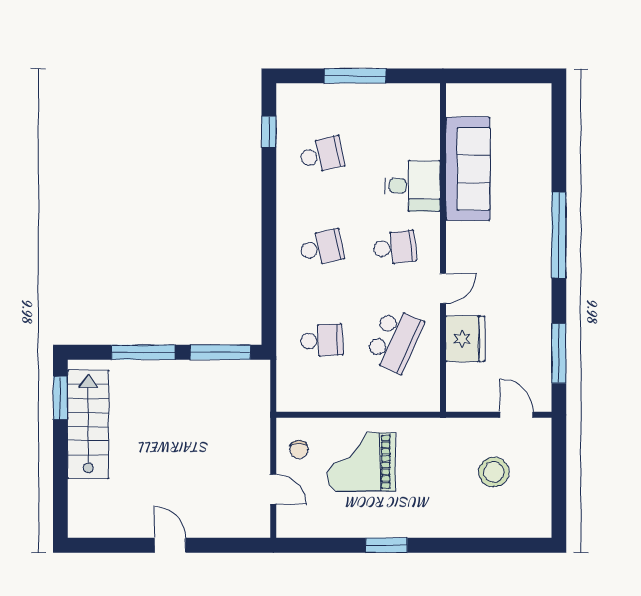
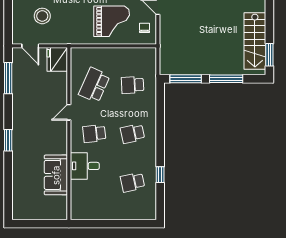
window: (355, 76) -> (115, 224), removed
window: (269, 132) -> (160, 175), moved
sofa: (468, 169) -> (56, 175), width x0.73
window: (559, 235) -> (8, 140), width x0.47
fridge: (465, 339) -> (57, 59), moved

